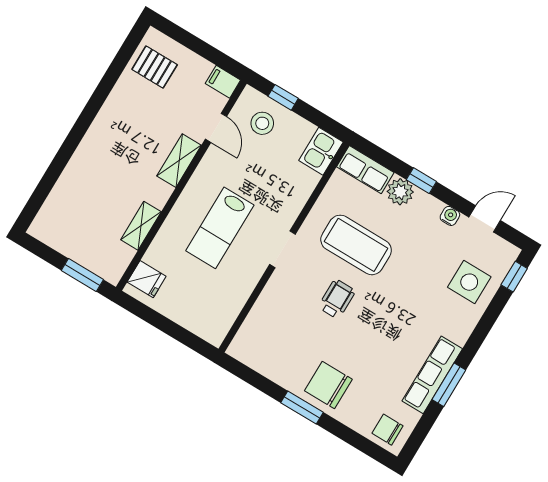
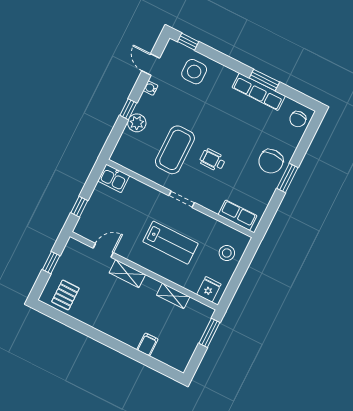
window: (204, 49) -> (51, 263), added
filing cabinet: (223, 82) -> (147, 344), moved, turned 180
stool: (262, 123) -> (227, 253), moved
row of seats: (365, 170) -> (238, 215), moved, turned -90

